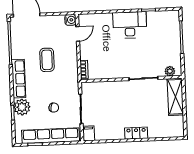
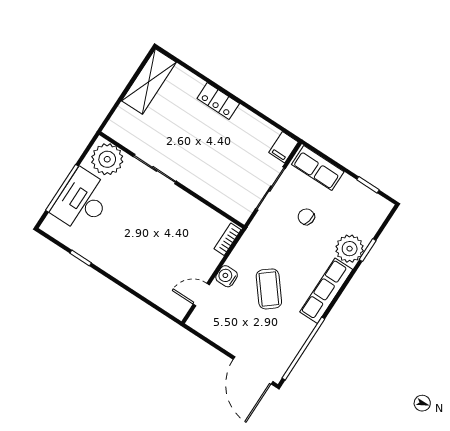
water cooler: (70, 20) -> (227, 276), moved
desk: (130, 25) -> (82, 201), moved, turned 90
coffee table: (47, 60) -> (269, 289), turned -39
plant: (170, 71) -> (107, 159), width x1.87, depth x1.87
shelving: (175, 97) -> (149, 81), moved
row of seats: (51, 136) -> (318, 168), width x0.50

